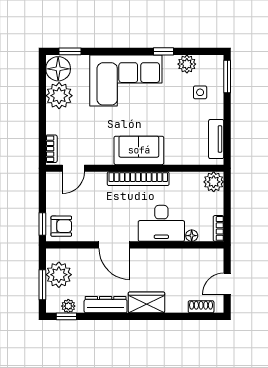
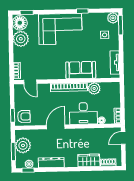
plant: (187, 64) -> (113, 18), moved
sofa: (139, 150) -> (81, 70), moved
door: (73, 168) -> (30, 82), hinge flipped
plant: (214, 182) -> (94, 88), moved
door: (114, 245) -> (56, 127), swing flipped
door: (227, 284) -> (123, 138), moved
wardrobe: (146, 302) -> (89, 160), moved

